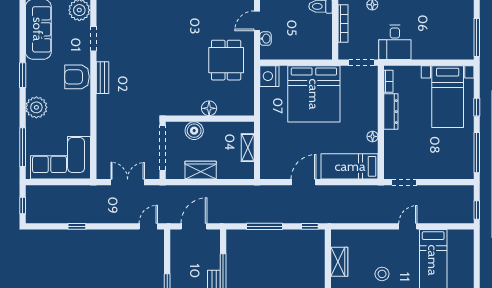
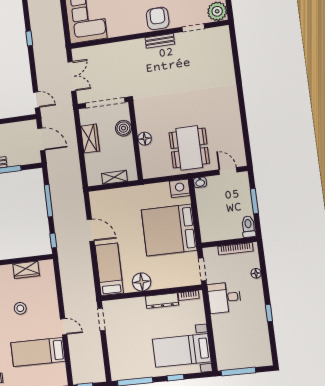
washbasin: (266, 39) -> (200, 182), moved
dining table: (226, 60) -> (189, 148), width x1.38
floor lamp: (373, 136) -> (142, 282), width x1.89, depth x1.89

